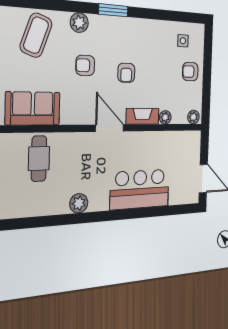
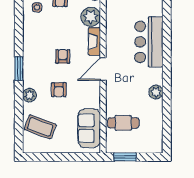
armchair: (126, 73) -> (63, 56), turned -90
plant: (165, 117) -> (91, 17), width x1.87, depth x1.87

